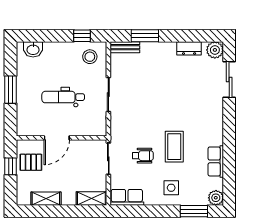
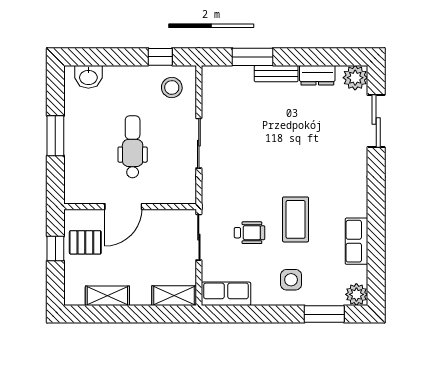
bench: (125, 47) -> (276, 74), moved
dental chair: (63, 97) -> (133, 147), turned 90

